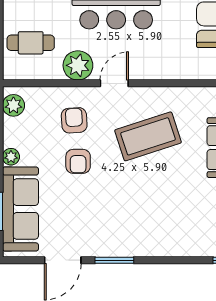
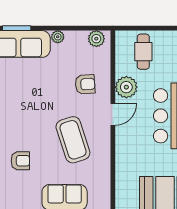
door: (114, 83) -> (113, 114), hinge flipped
armchair: (78, 161) -> (20, 161), moved, turned 180

